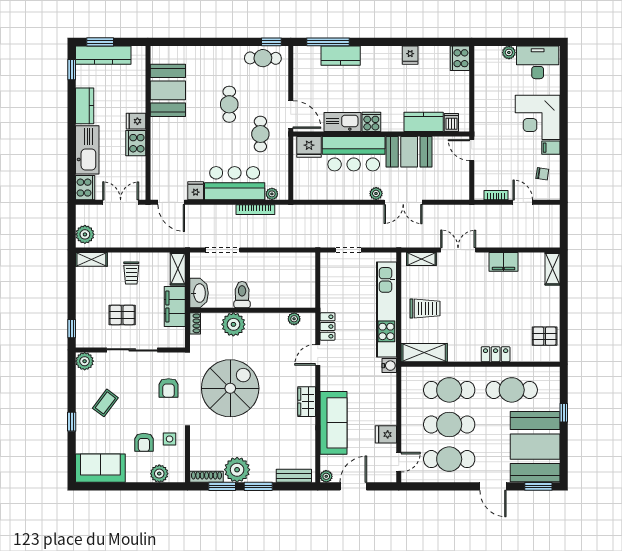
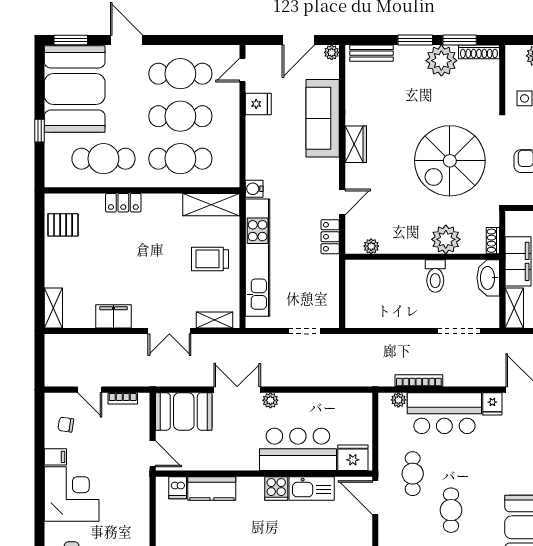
booth: (409, 152) -> (184, 411), moved

